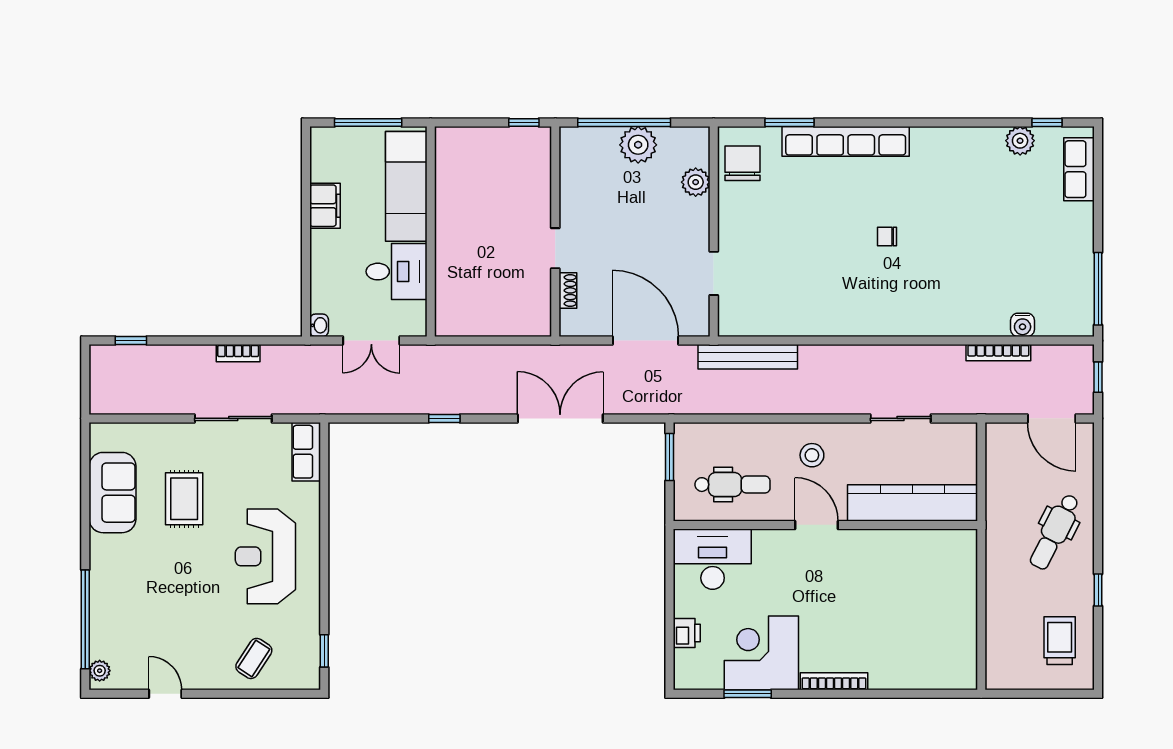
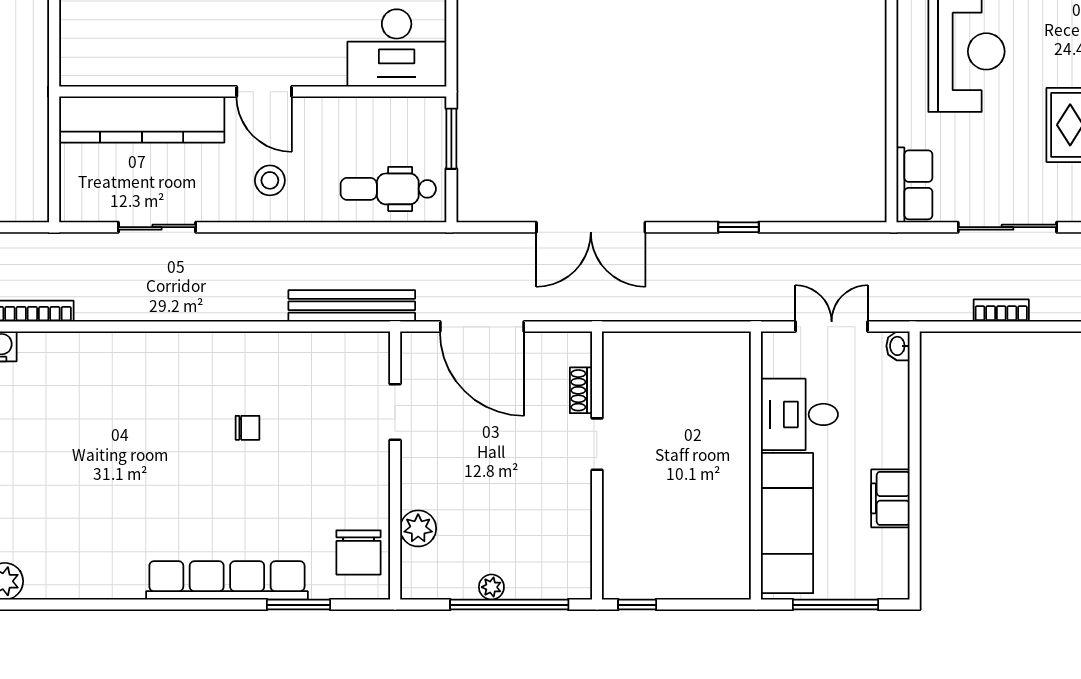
plant: (638, 145) -> (491, 587), width x0.53, depth x0.53
chair: (887, 237) -> (247, 428), moved
window: (670, 457) -> (451, 139), moved
dental chair: (732, 485) -> (388, 189), moved

